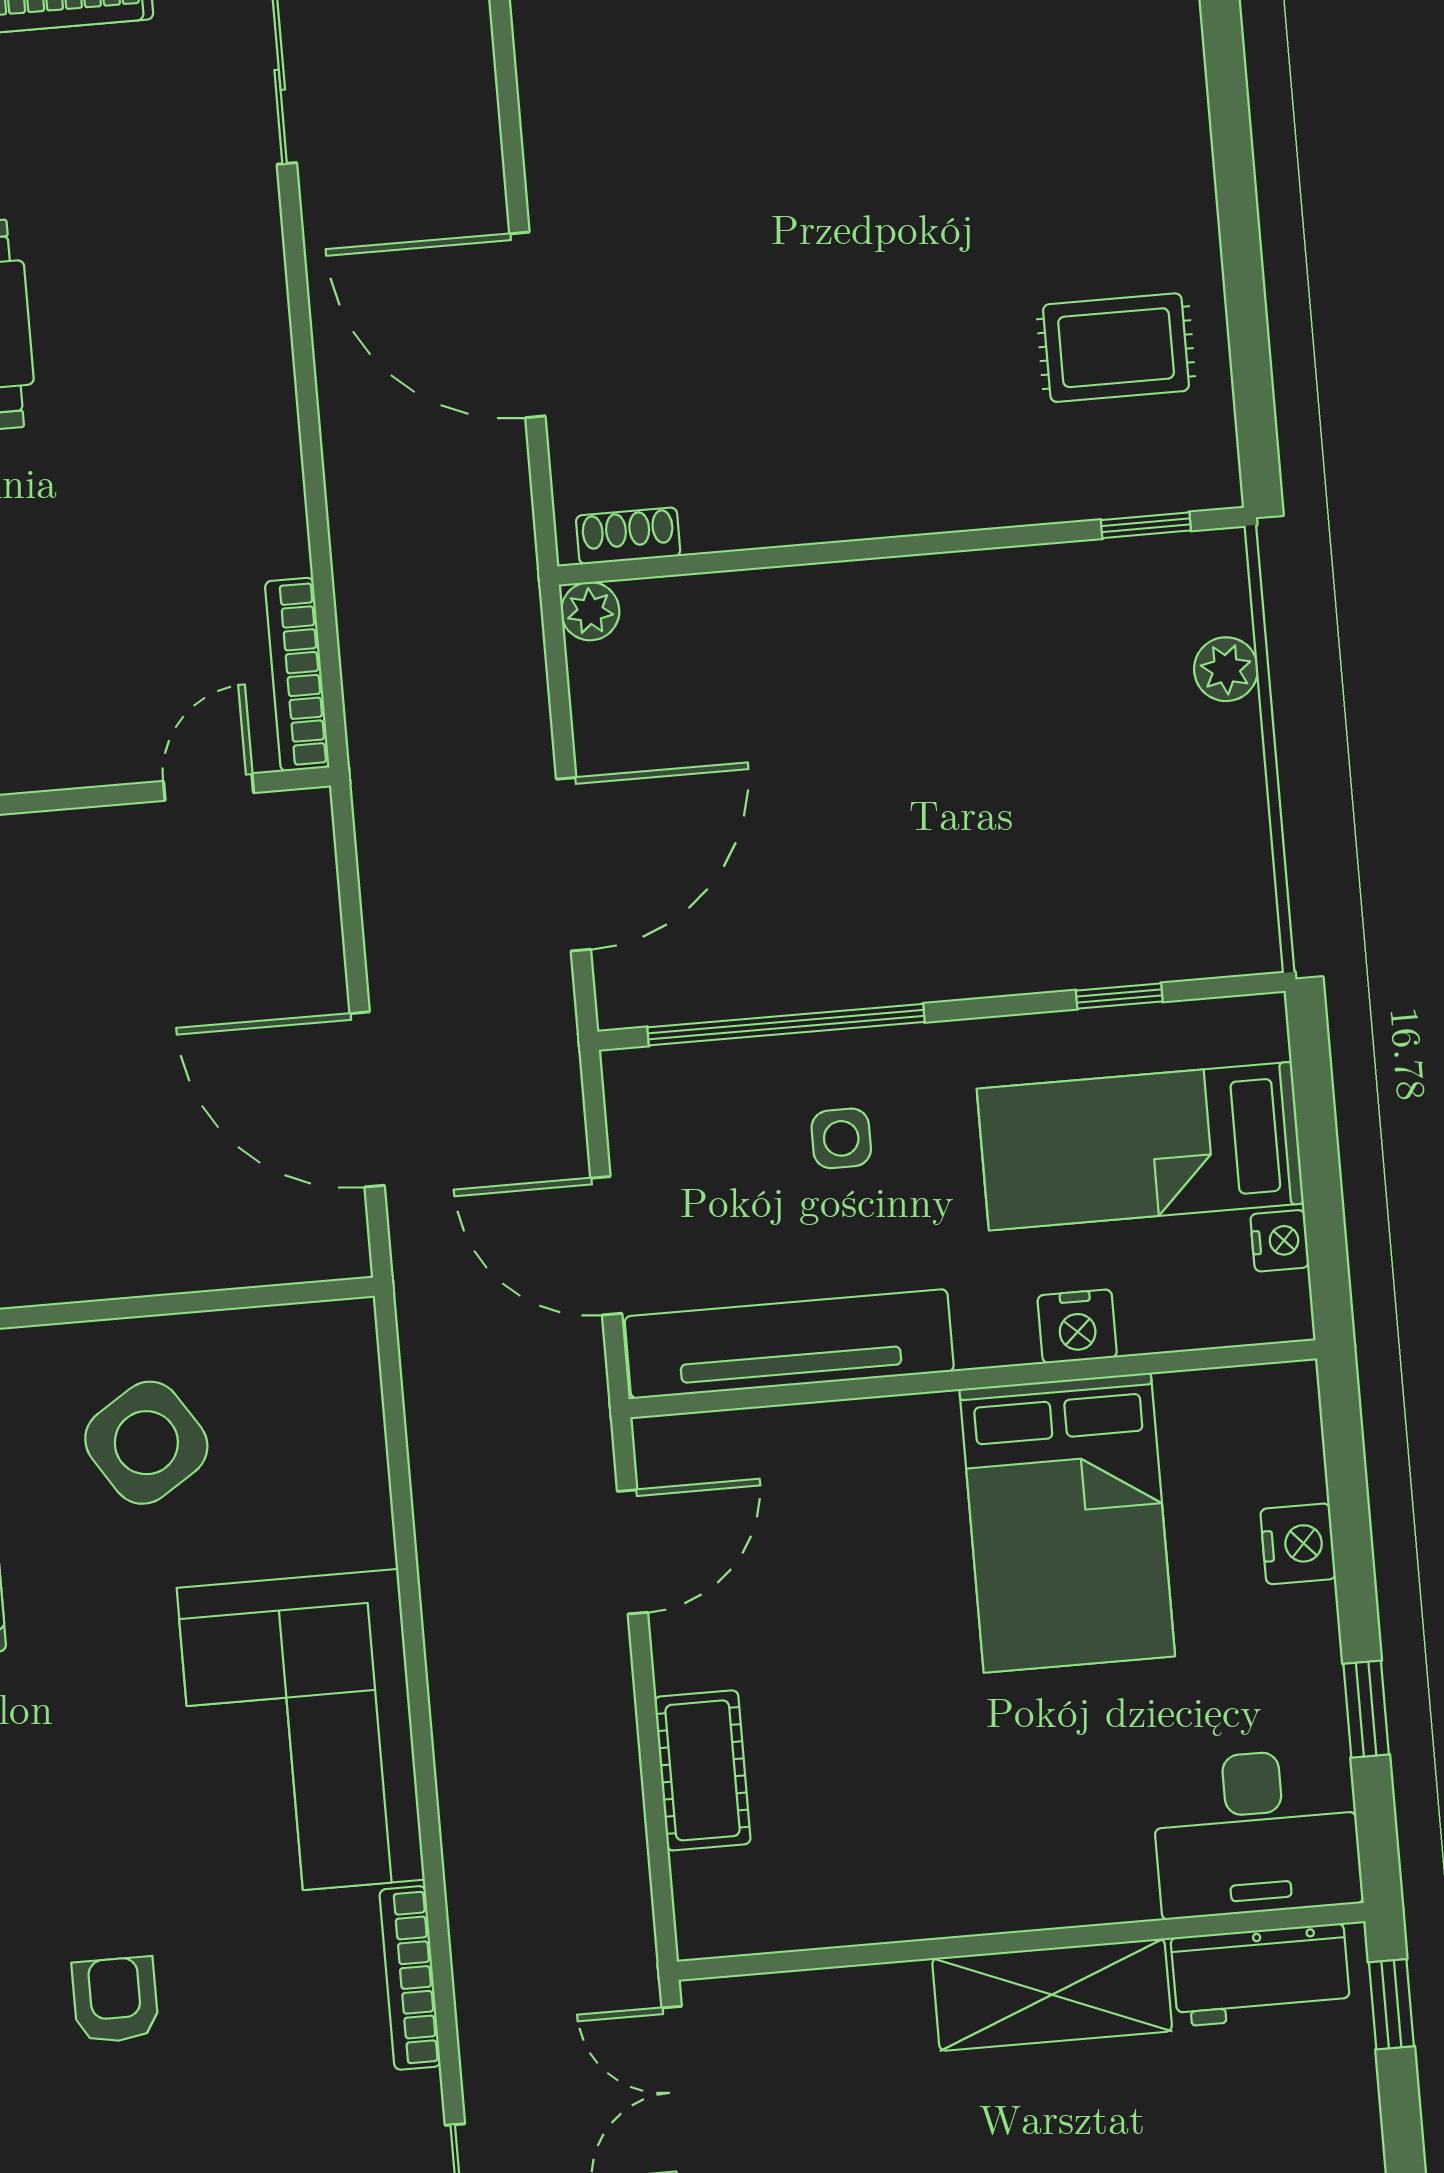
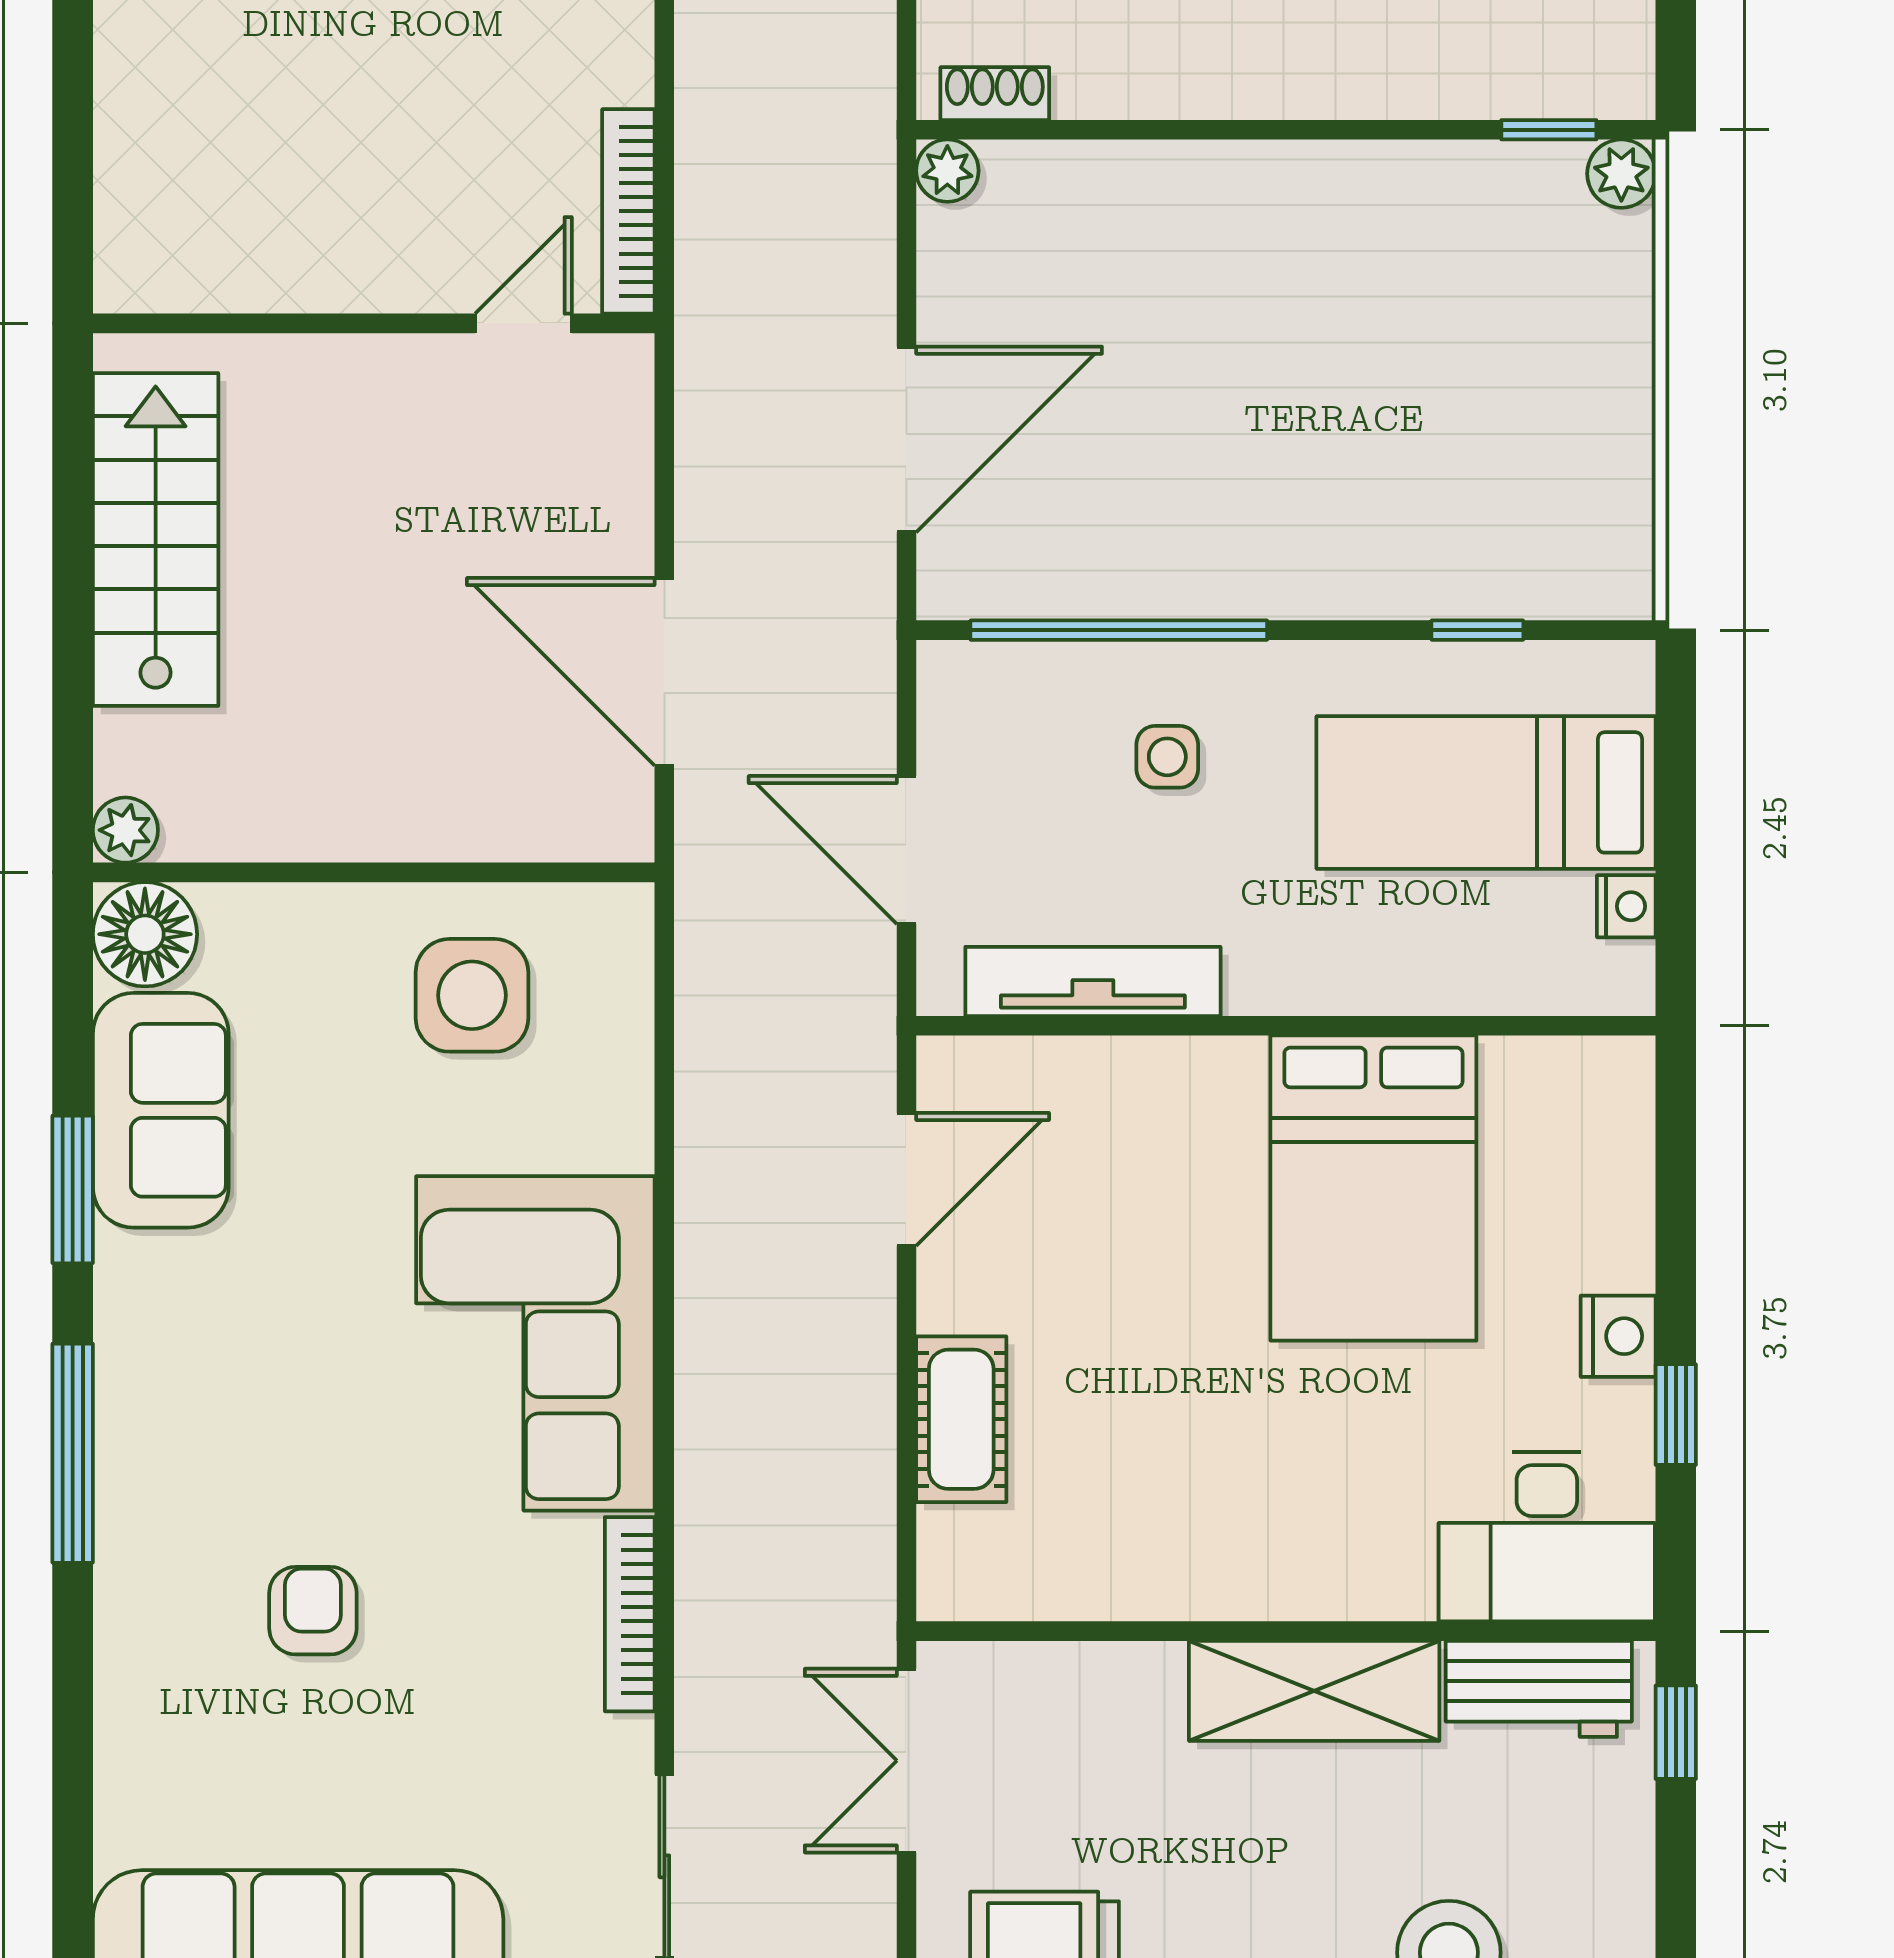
plant: (1226, 669) -> (1621, 174), moved
nightstand: (1077, 1326) -> (1402, 979), removed
tv unit: (789, 1344) -> (1093, 981), width x0.73, depth x0.78
side table: (146, 1443) -> (472, 995), moved, turned 33
nightstand: (1298, 1544) -> (1618, 1336), moved

